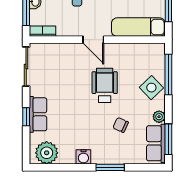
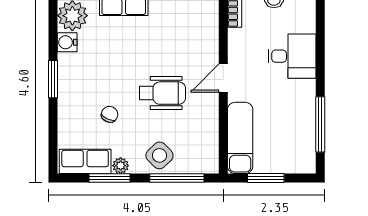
window: (168, 139) -> (109, 178), moved
water cooler: (83, 157) -> (67, 42), moved
window: (110, 167) -> (53, 79), moved

